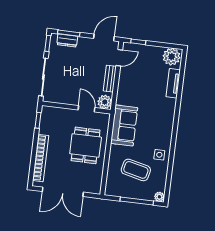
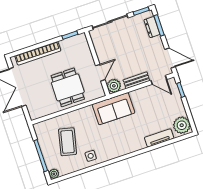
sofa: (124, 125) -> (114, 109), moved
dining table: (86, 145) -> (68, 87), turned 90

